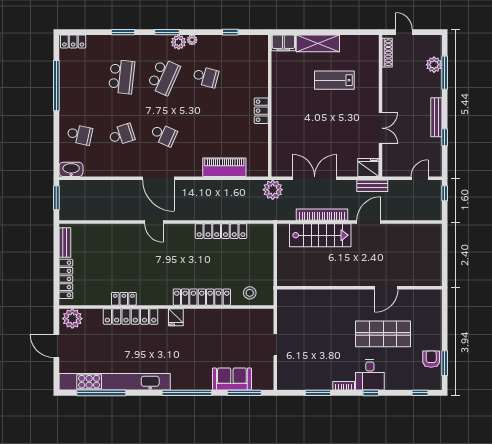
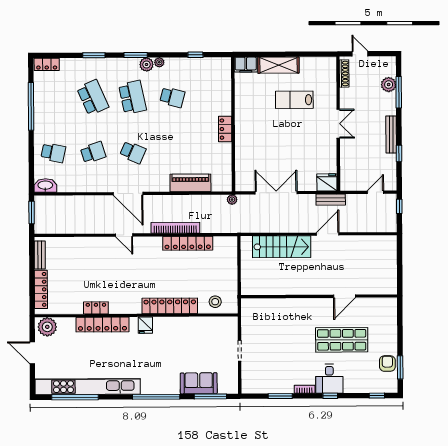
school desk: (122, 77) -> (93, 98), turned -30
school desk: (164, 77) -> (133, 97), turned -36
double door: (381, 128) -> (338, 124), moved
plant: (273, 190) -> (232, 200), width x0.53, depth x0.53
bookcase: (322, 215) -> (175, 228), moved

